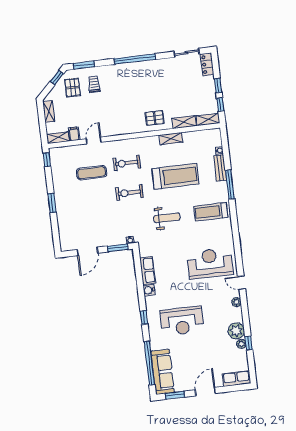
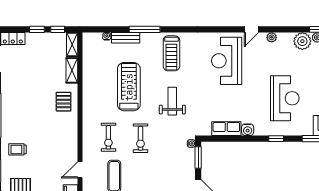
trolley: (94, 84) -> (18, 149), moved
shelving: (171, 139) -> (88, 86), removed
door: (94, 140) -> (80, 170), hinge flipped

